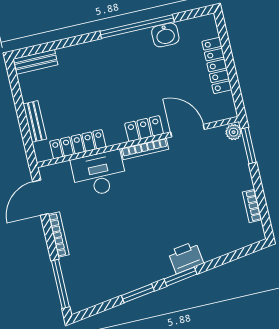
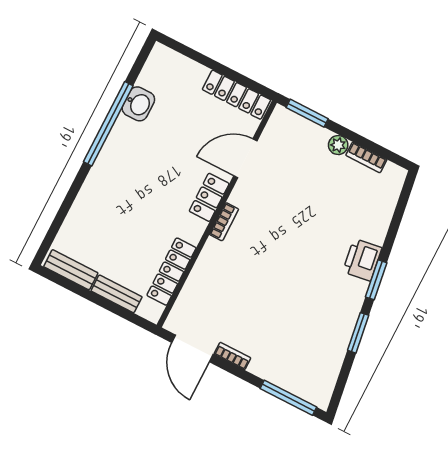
bench: (36, 62) -> (71, 270), moved, turned 90
locker: (217, 66) -> (236, 95), moved
plant: (234, 132) -> (338, 145), moved
bookcase: (145, 149) -> (224, 222), width x0.64
desk: (99, 174) -> (216, 275), removed
bookcase: (59, 235) -> (232, 356), width x0.64

